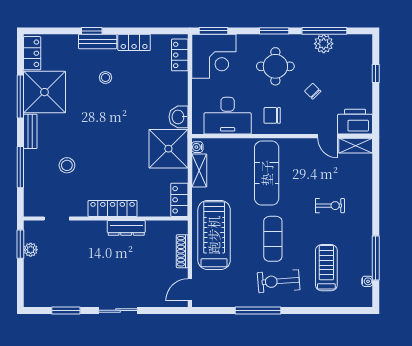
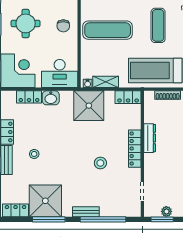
locker: (180, 55) -> (29, 97), moved
desk: (228, 116) -> (60, 74), moved, turned 90
washbasin: (179, 117) -> (51, 98), moved
bench: (30, 131) -> (86, 212), moved
stool: (67, 165) -> (100, 163), moved
window: (20, 167) -> (103, 219), width x1.46
exercise mat: (273, 239) -> (158, 25), turned 90

